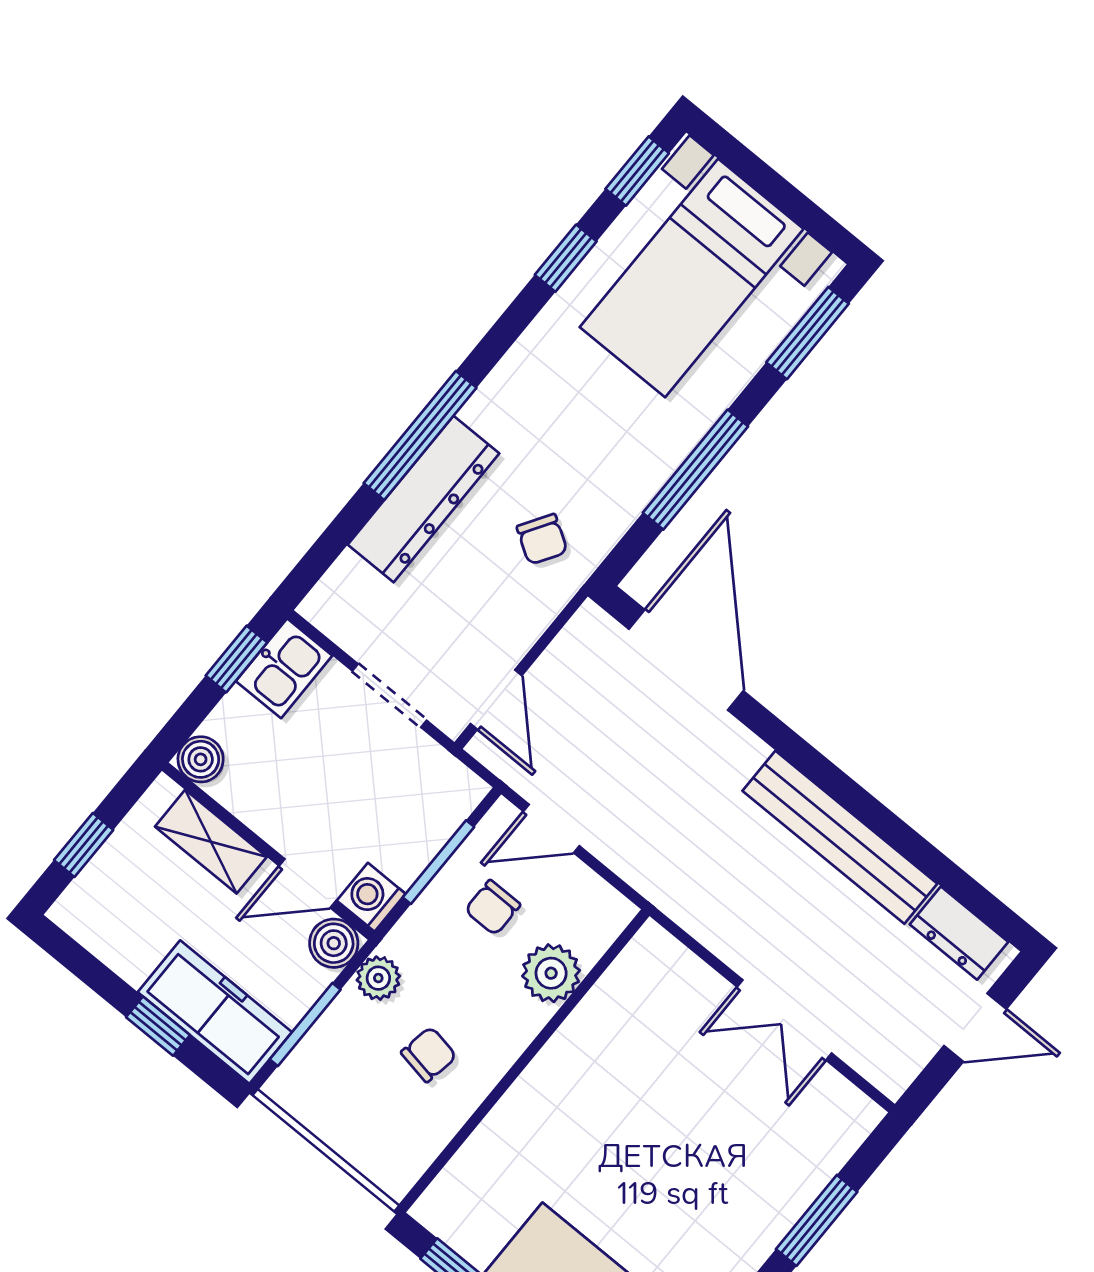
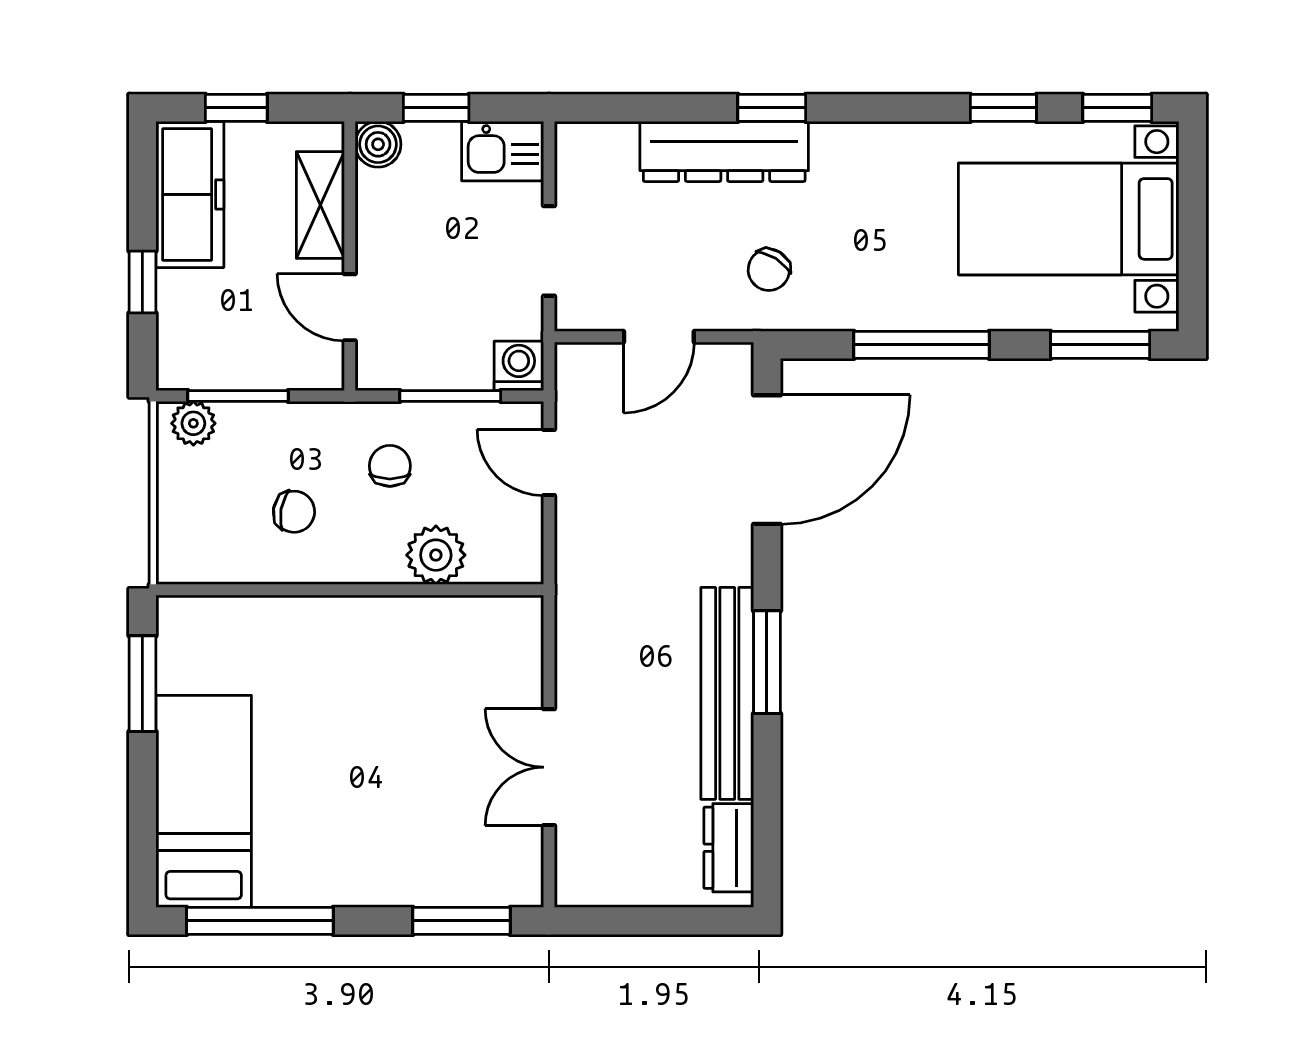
window: (420, 435) -> (772, 108), width x0.46
window: (236, 659) -> (436, 108), moved
door: (496, 700) -> (659, 337), moved
window: (841, 787) -> (767, 662), added
washing machine: (371, 897) -> (519, 366), moved
chair: (493, 908) -> (390, 466), moved, turned 90
boiler: (334, 943) -> (320, 366), removed
plant: (378, 978) -> (193, 423), moved
freezer: (215, 1012) -> (190, 194), moved
door: (975, 1027) -> (665, 921), removed
window: (817, 1220) -> (462, 921), moved

